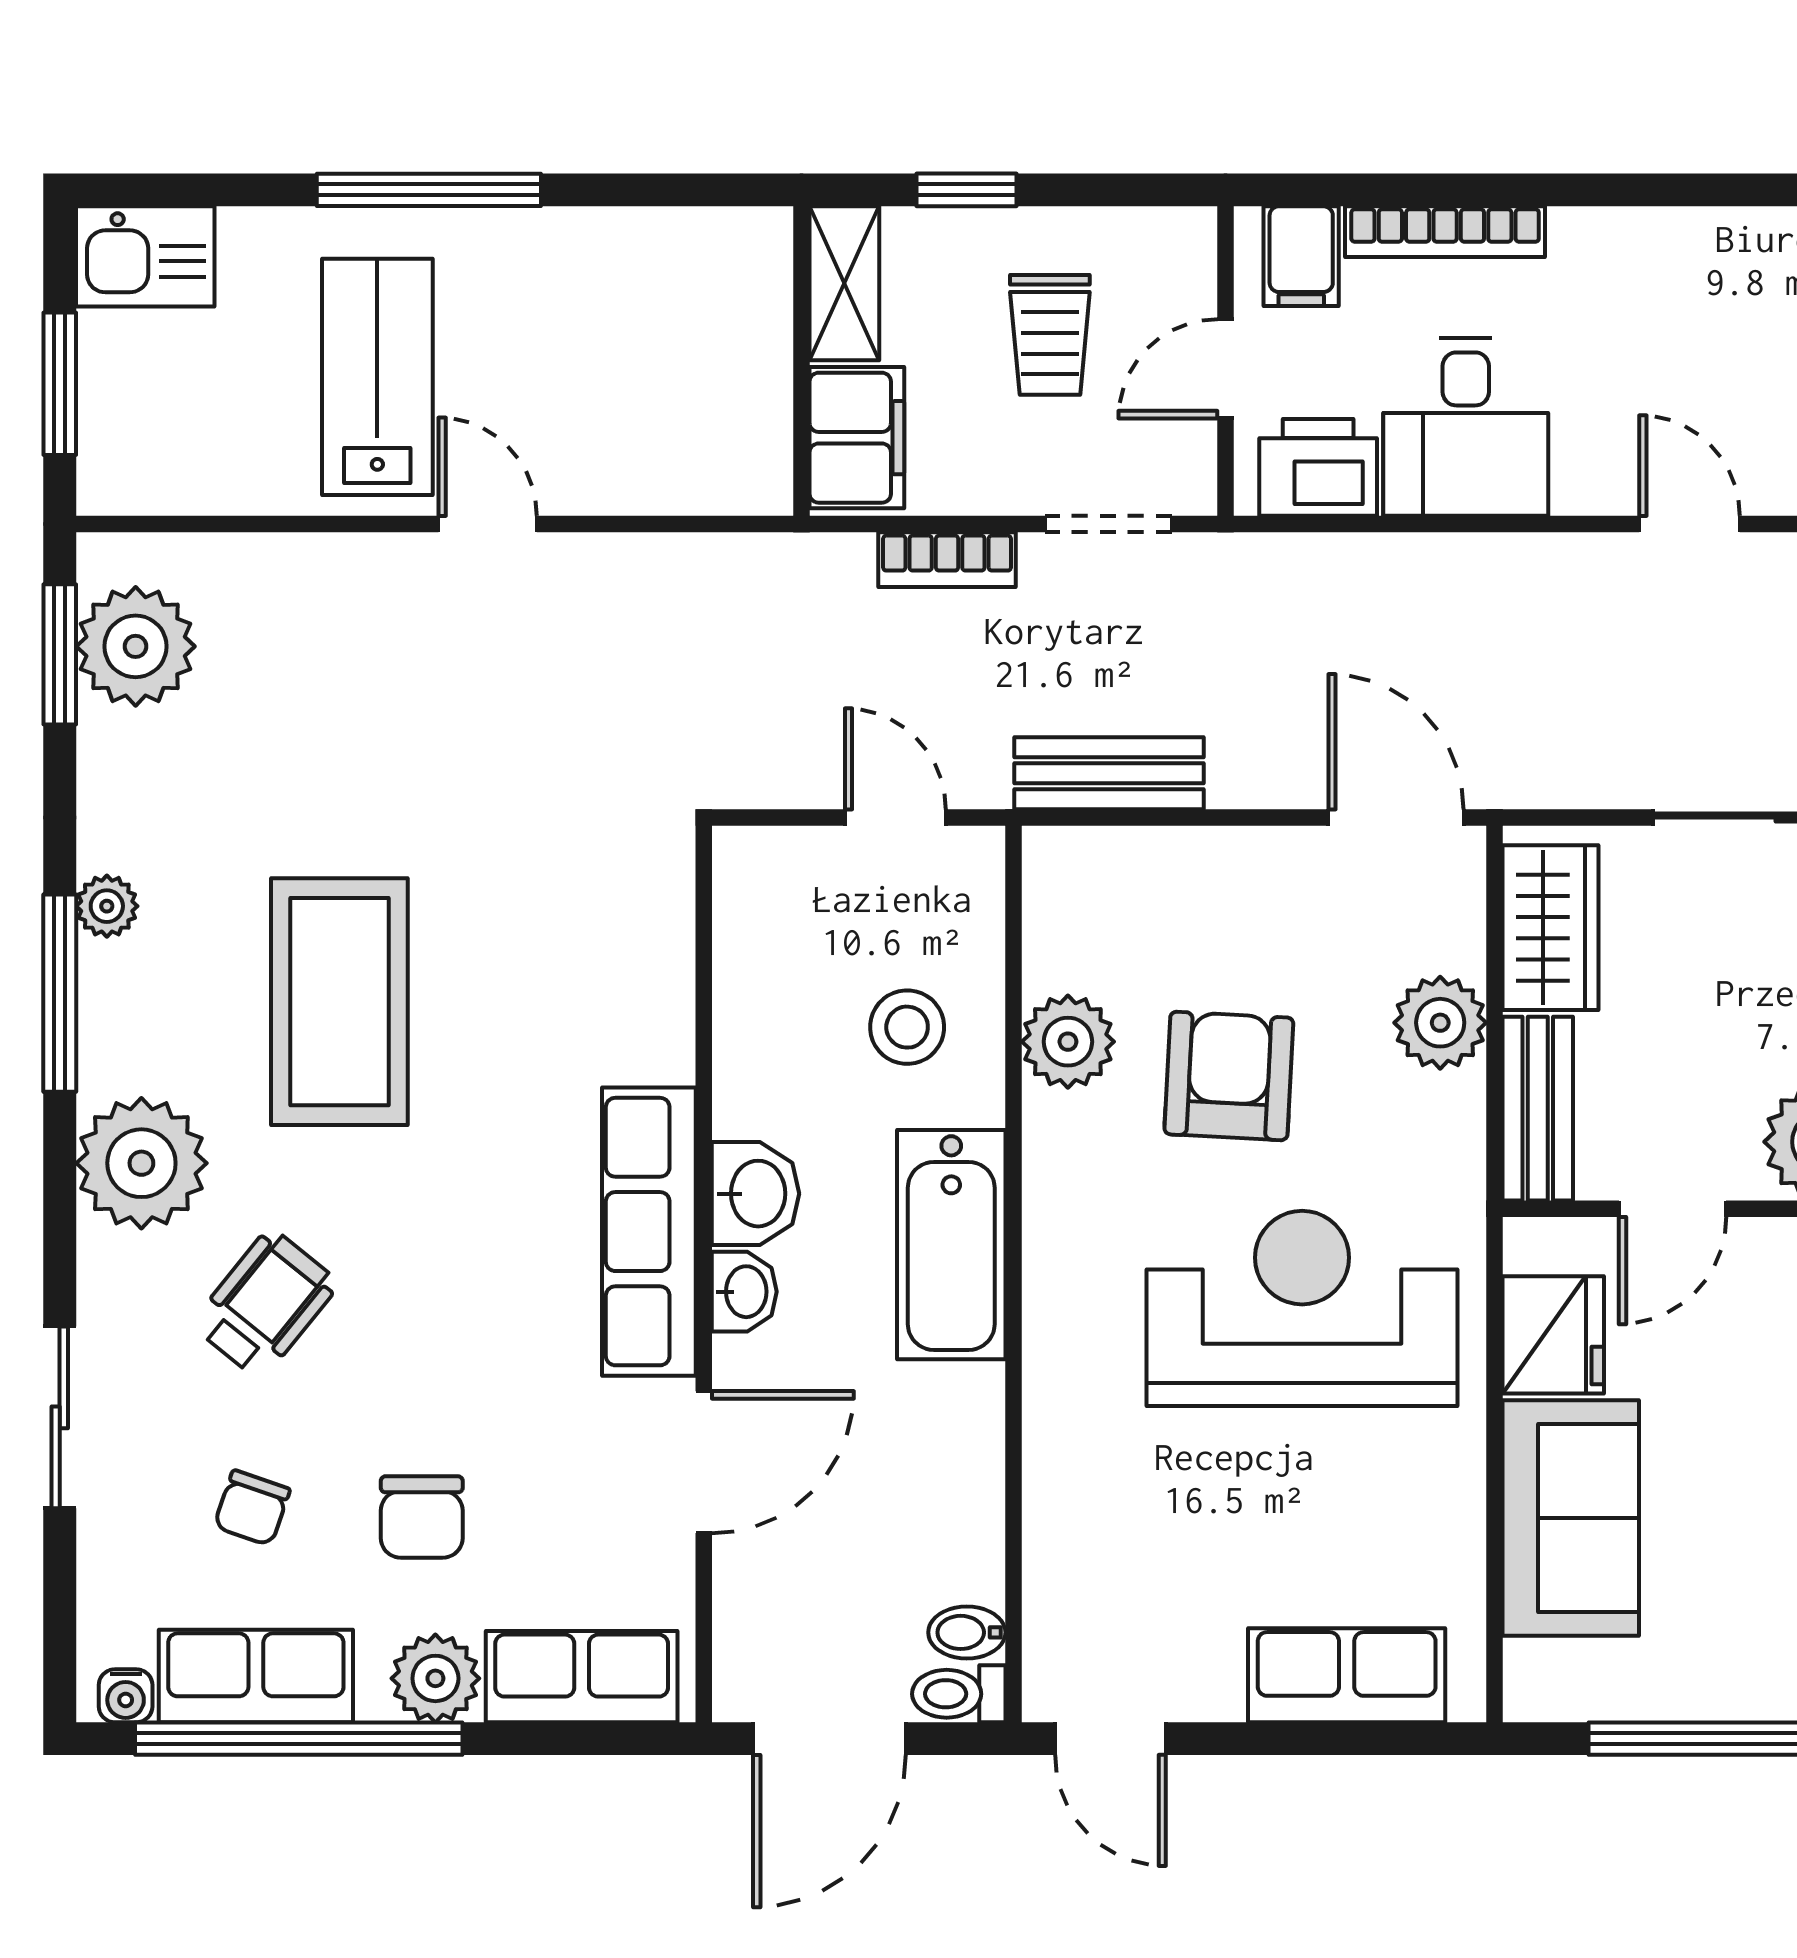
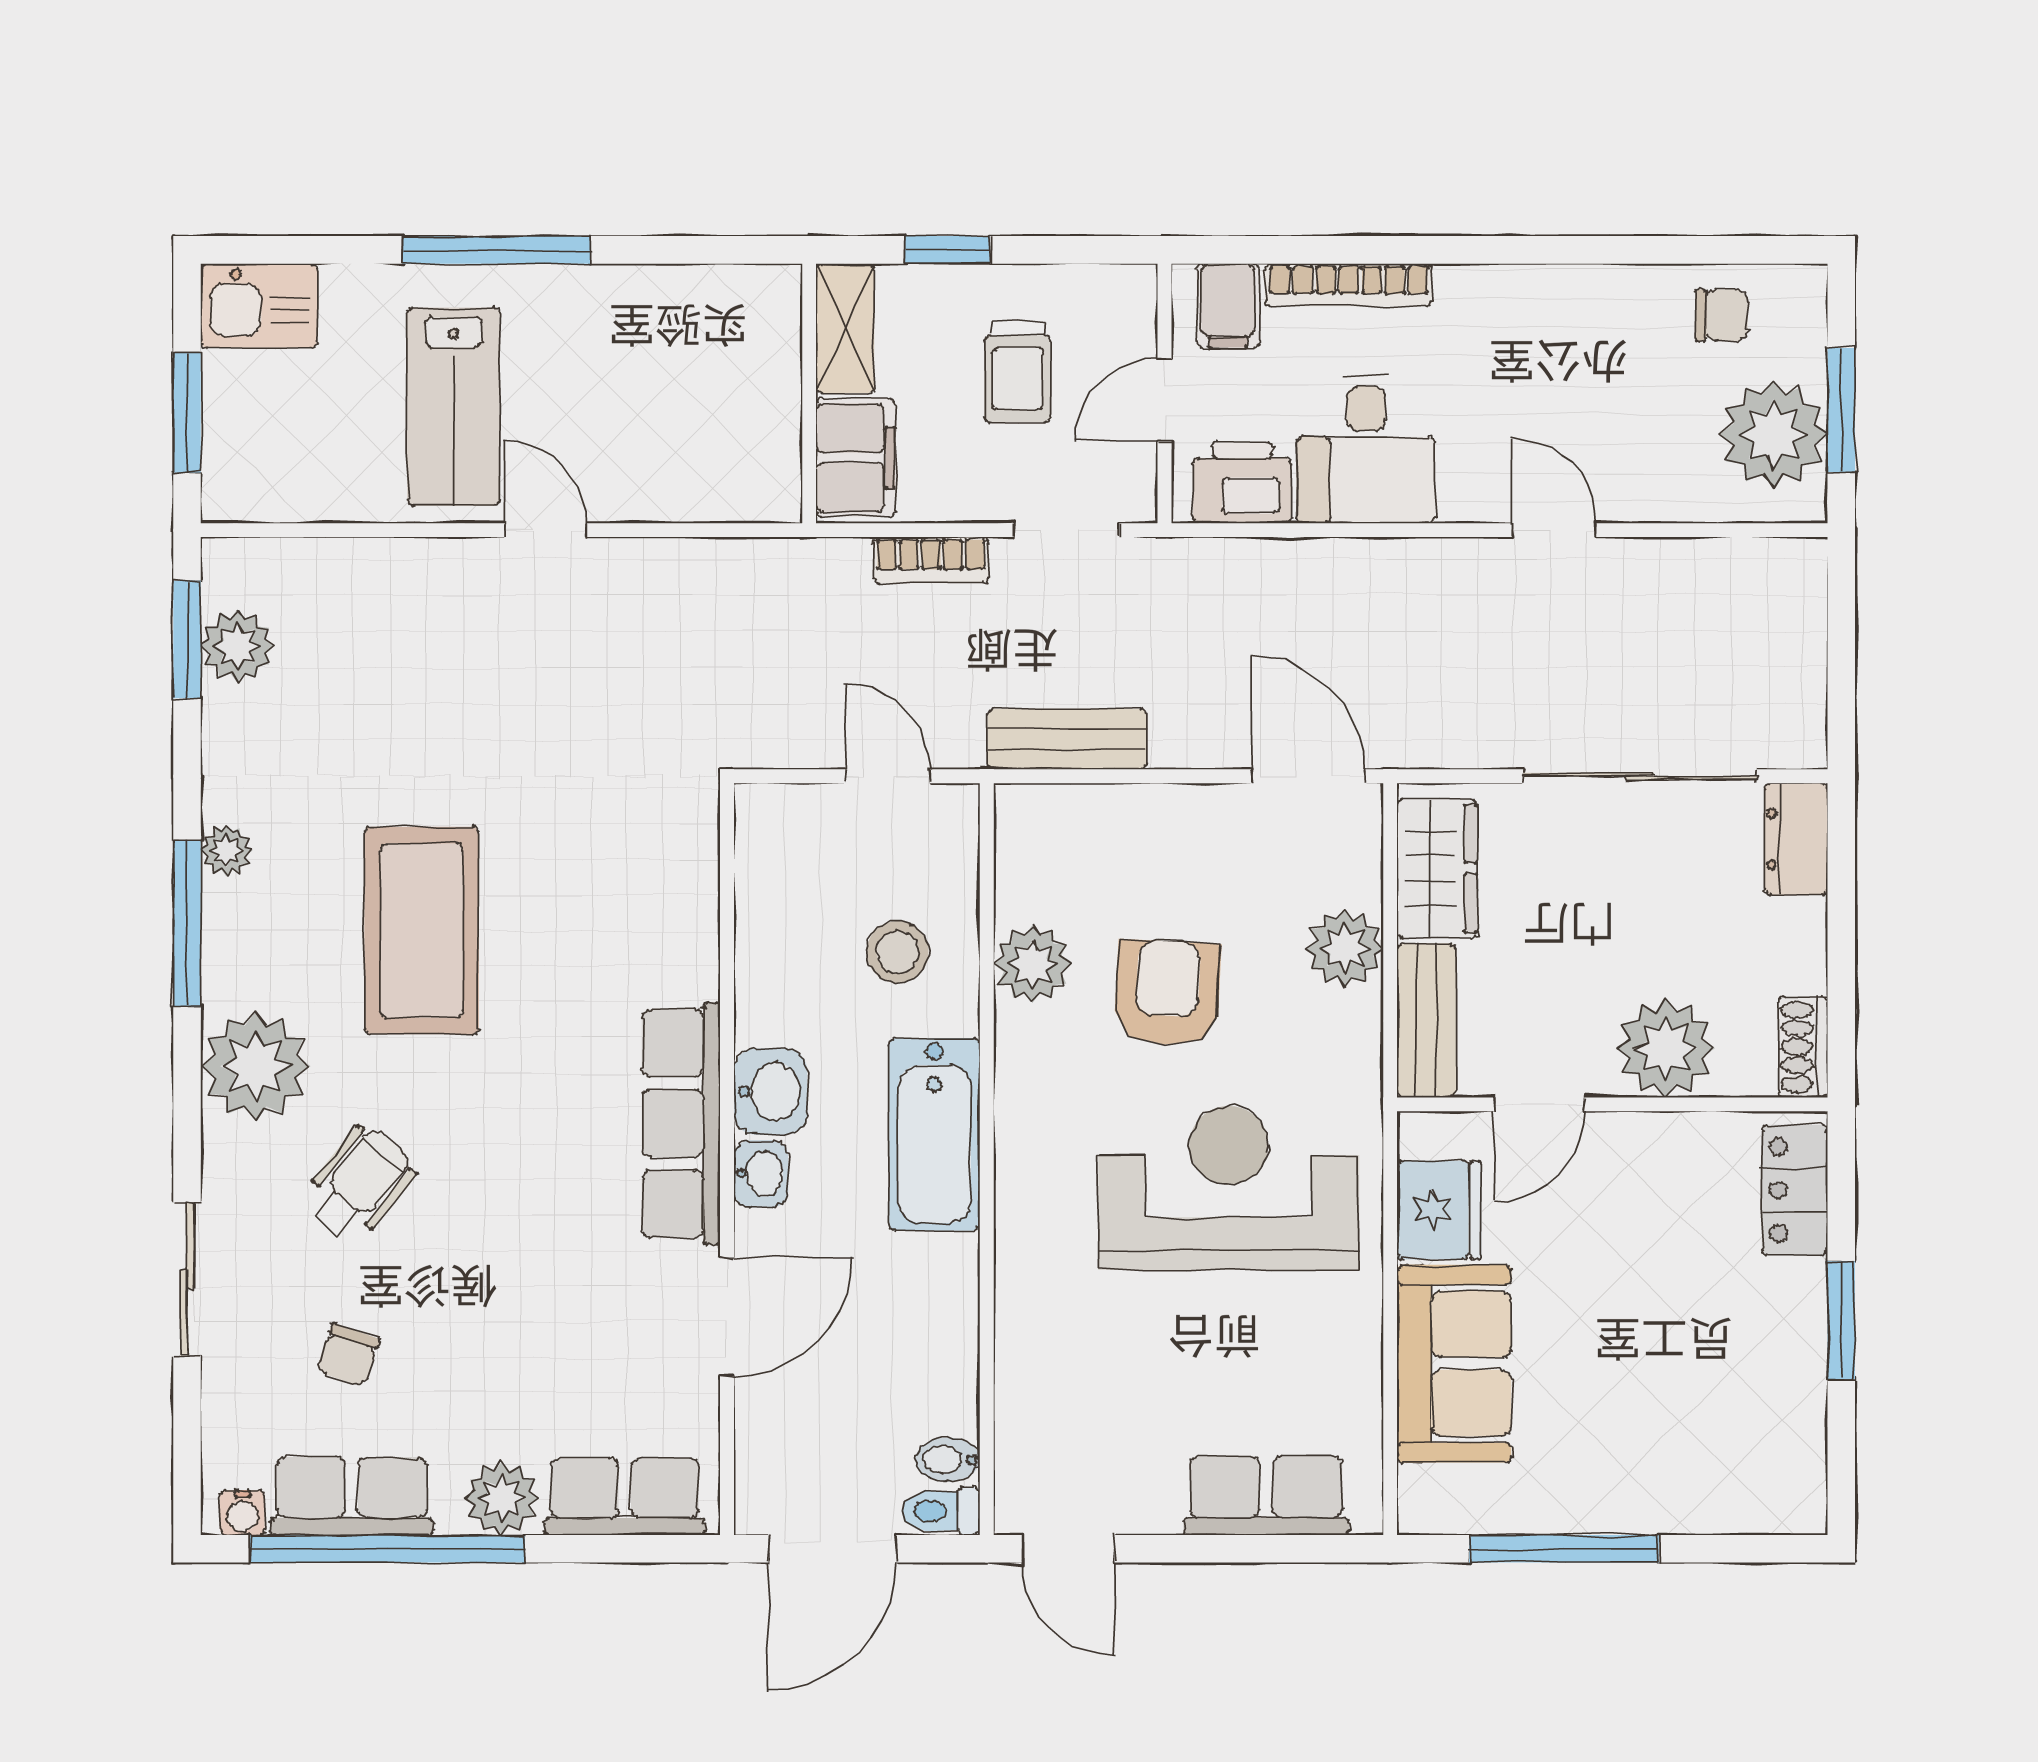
lab bench: (377, 377) -> (453, 407), turned 180
plant: (136, 646) -> (237, 646), width x0.73, depth x0.73
chair: (422, 1517) -> (491, 1363), removed

